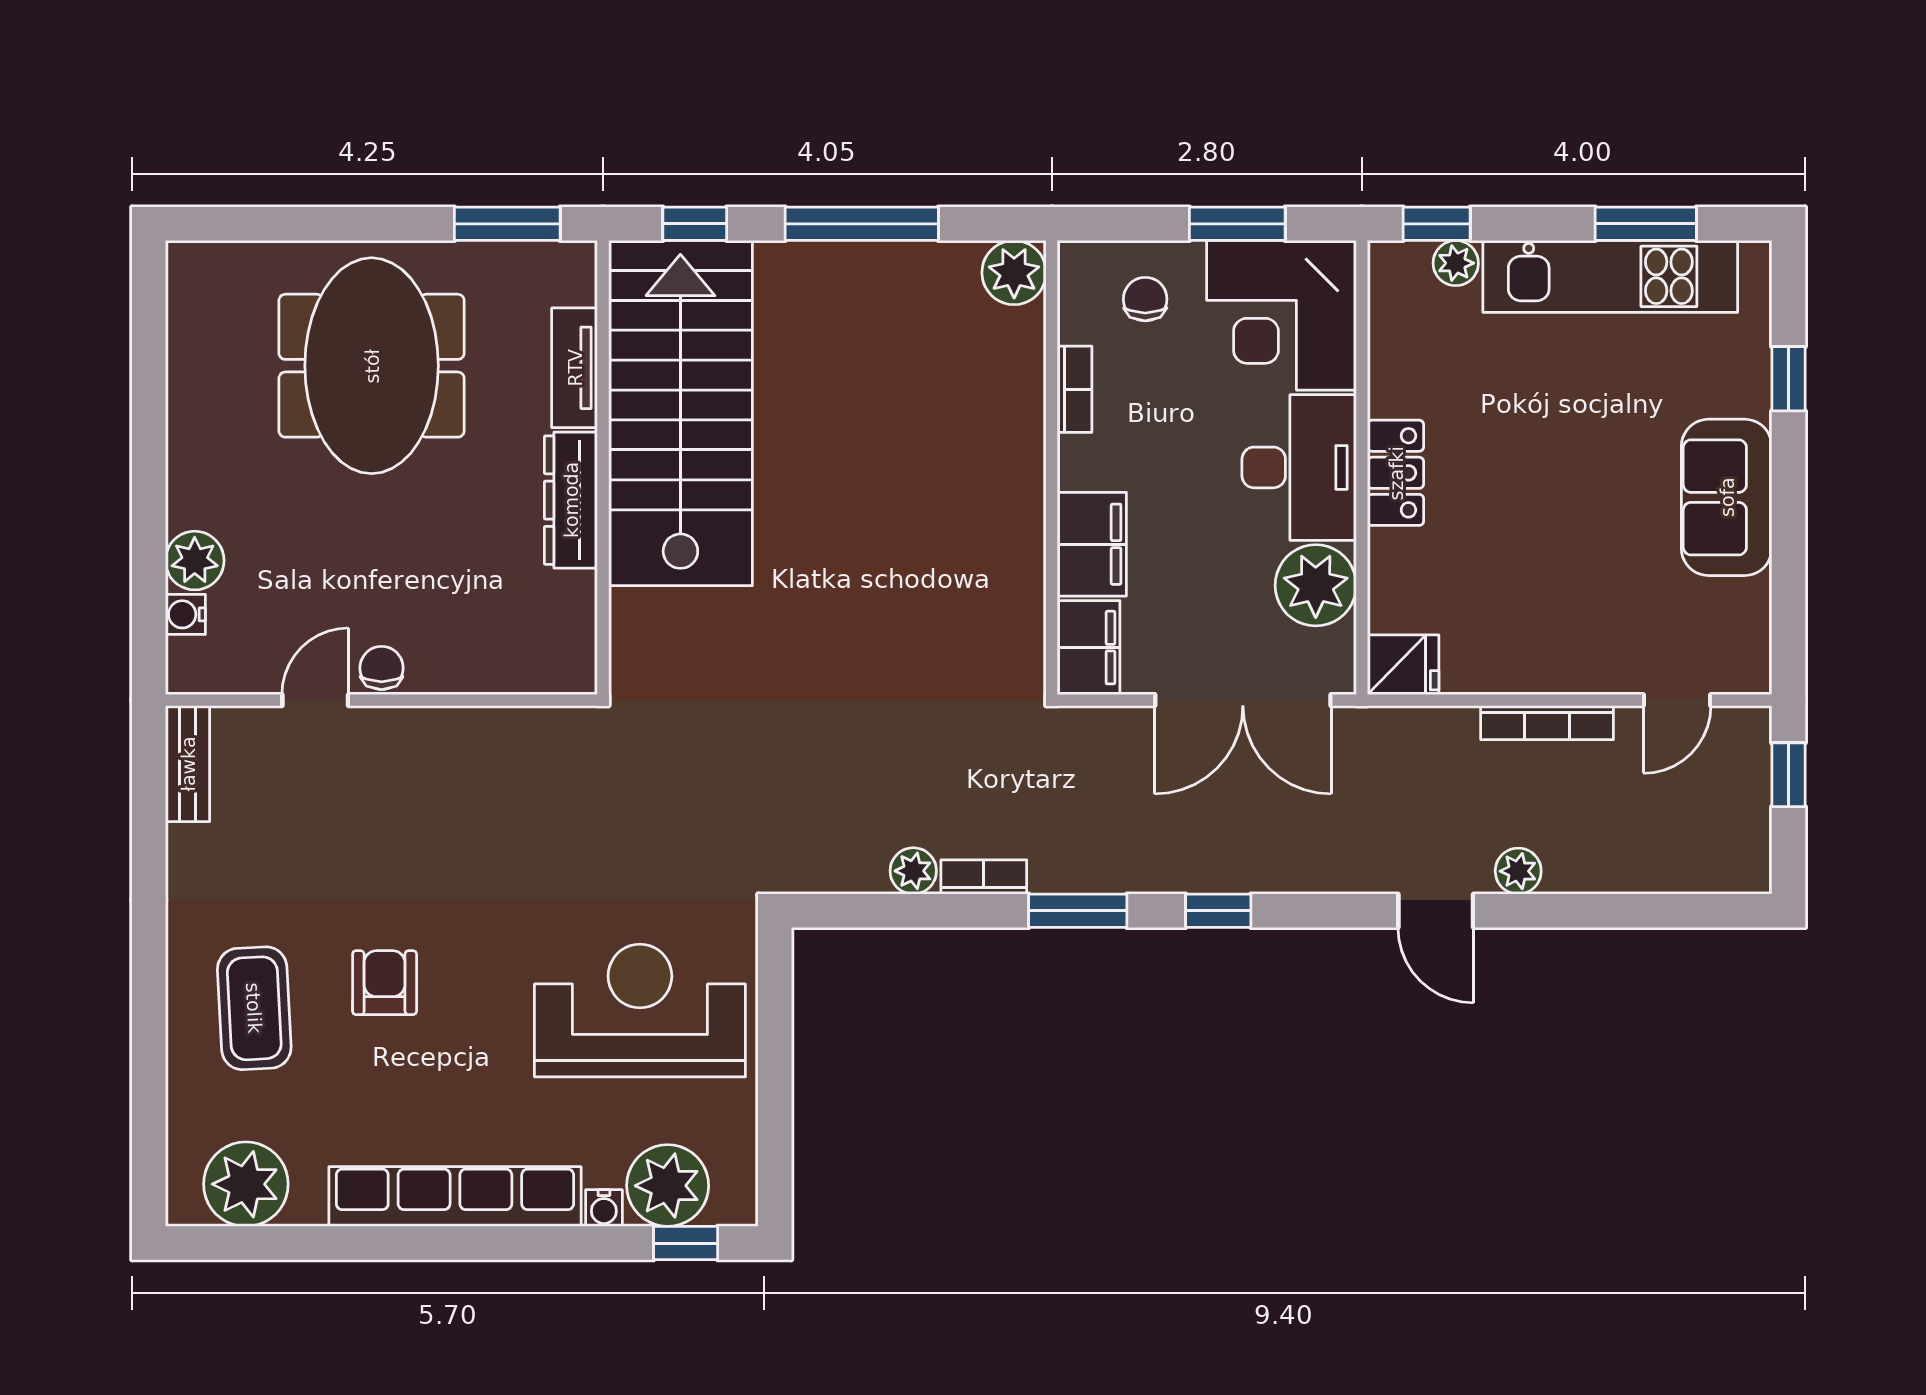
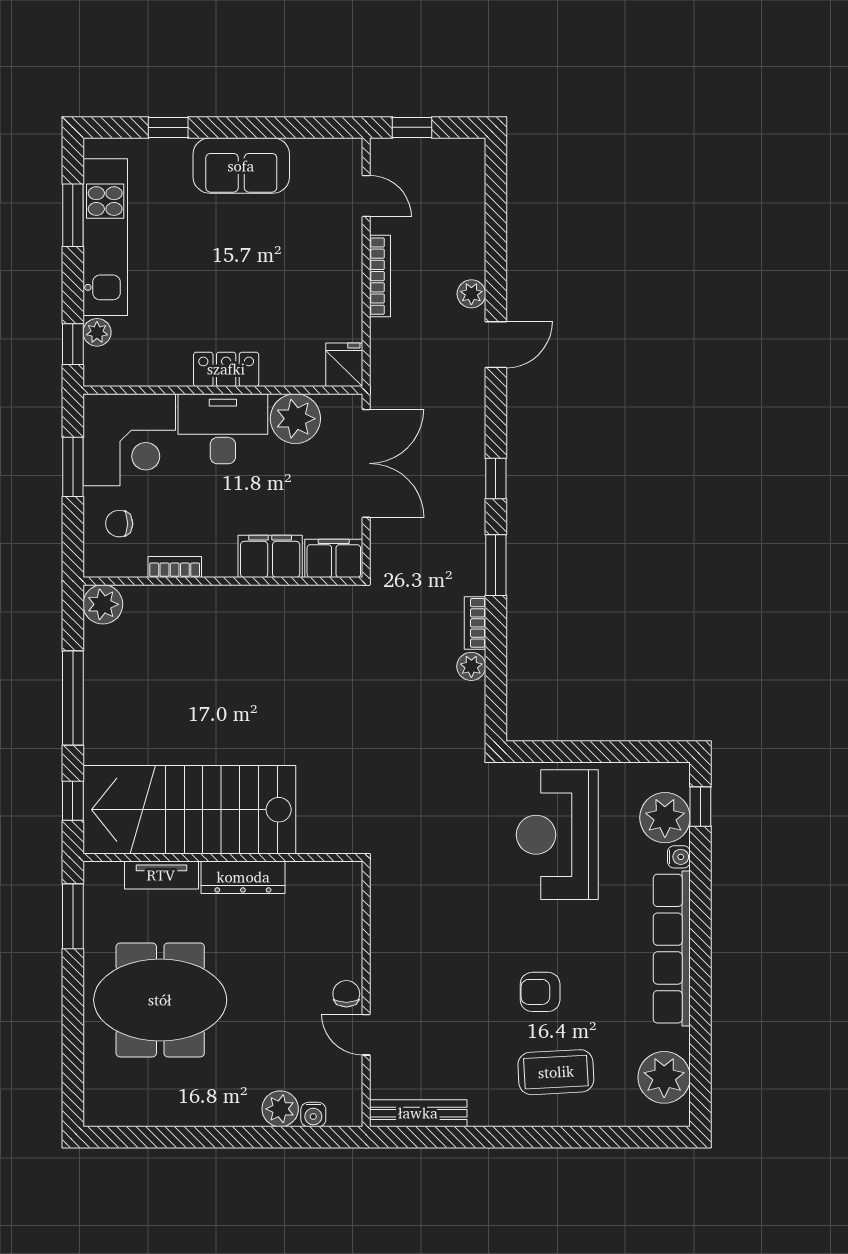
chair: (382, 668) -> (346, 994), turned 90
bench: (188, 764) -> (418, 1113), width x1.36

